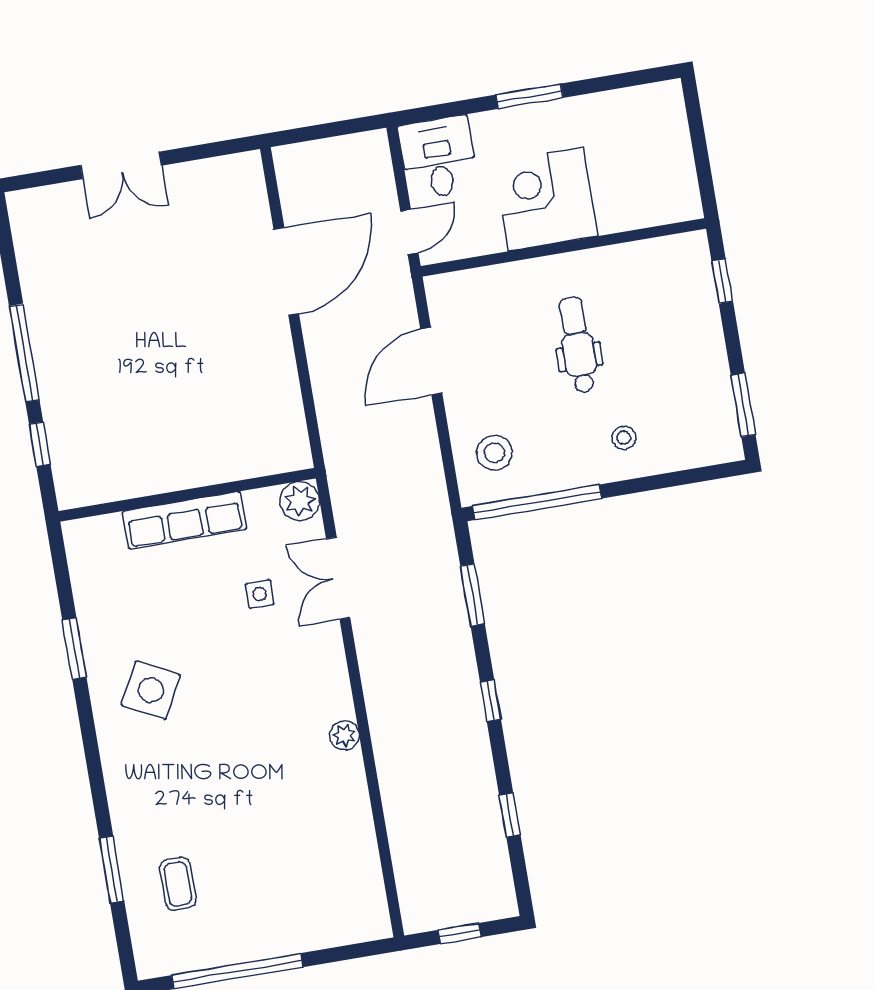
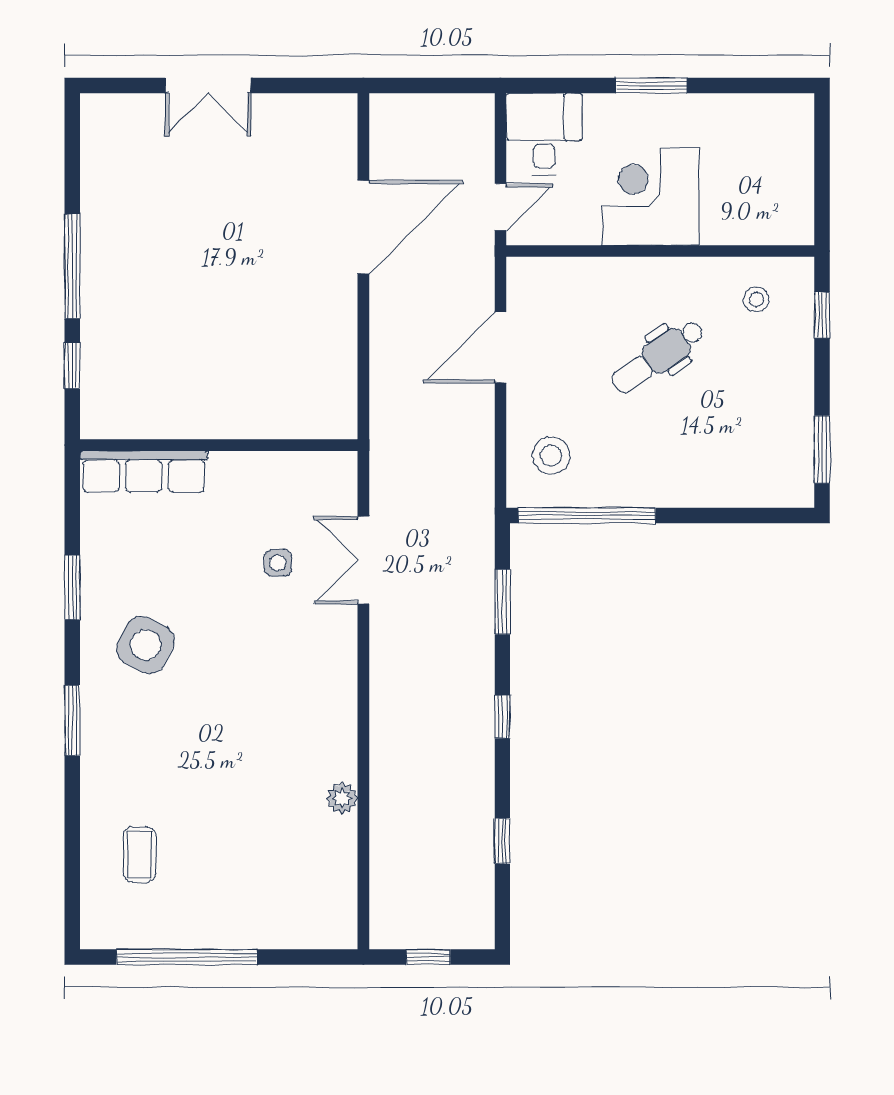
dental chair: (578, 345) -> (658, 357), turned -125
stool: (624, 438) -> (756, 299), moved
plant: (300, 501) -> (337, 472), removed
row of seats: (184, 520) -> (144, 471), moved
plant: (345, 735) -> (342, 798), moved
window: (112, 869) -> (72, 720), moved

